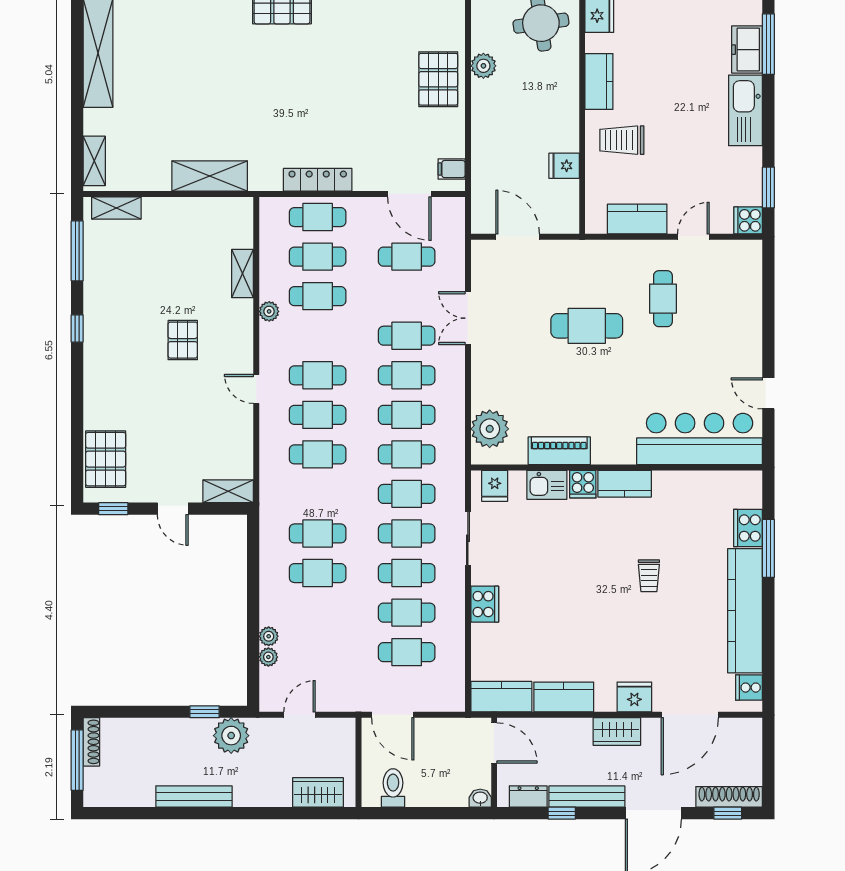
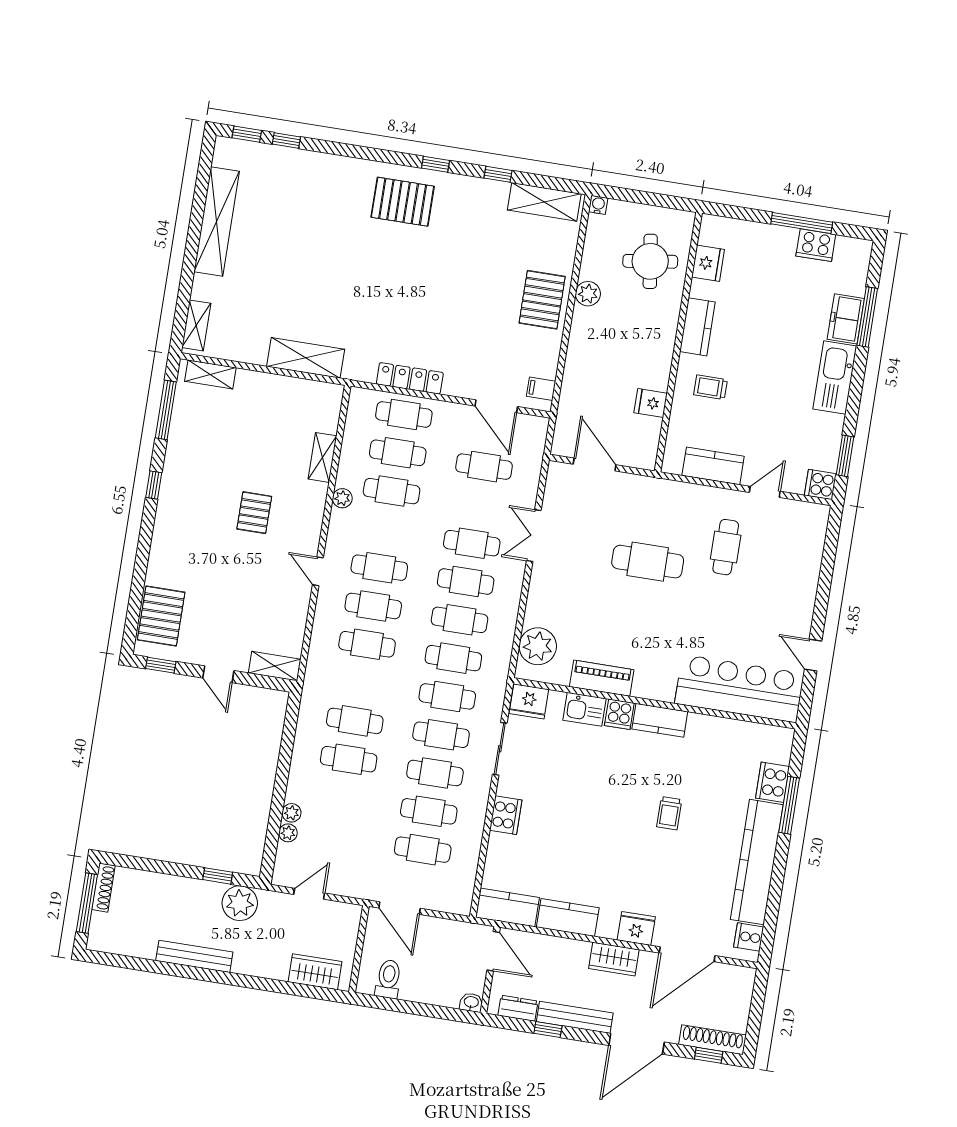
trolley: (622, 140) -> (710, 387), width x0.73, depth x0.72
fridge: (495, 486) -> (529, 701), width x1.38

